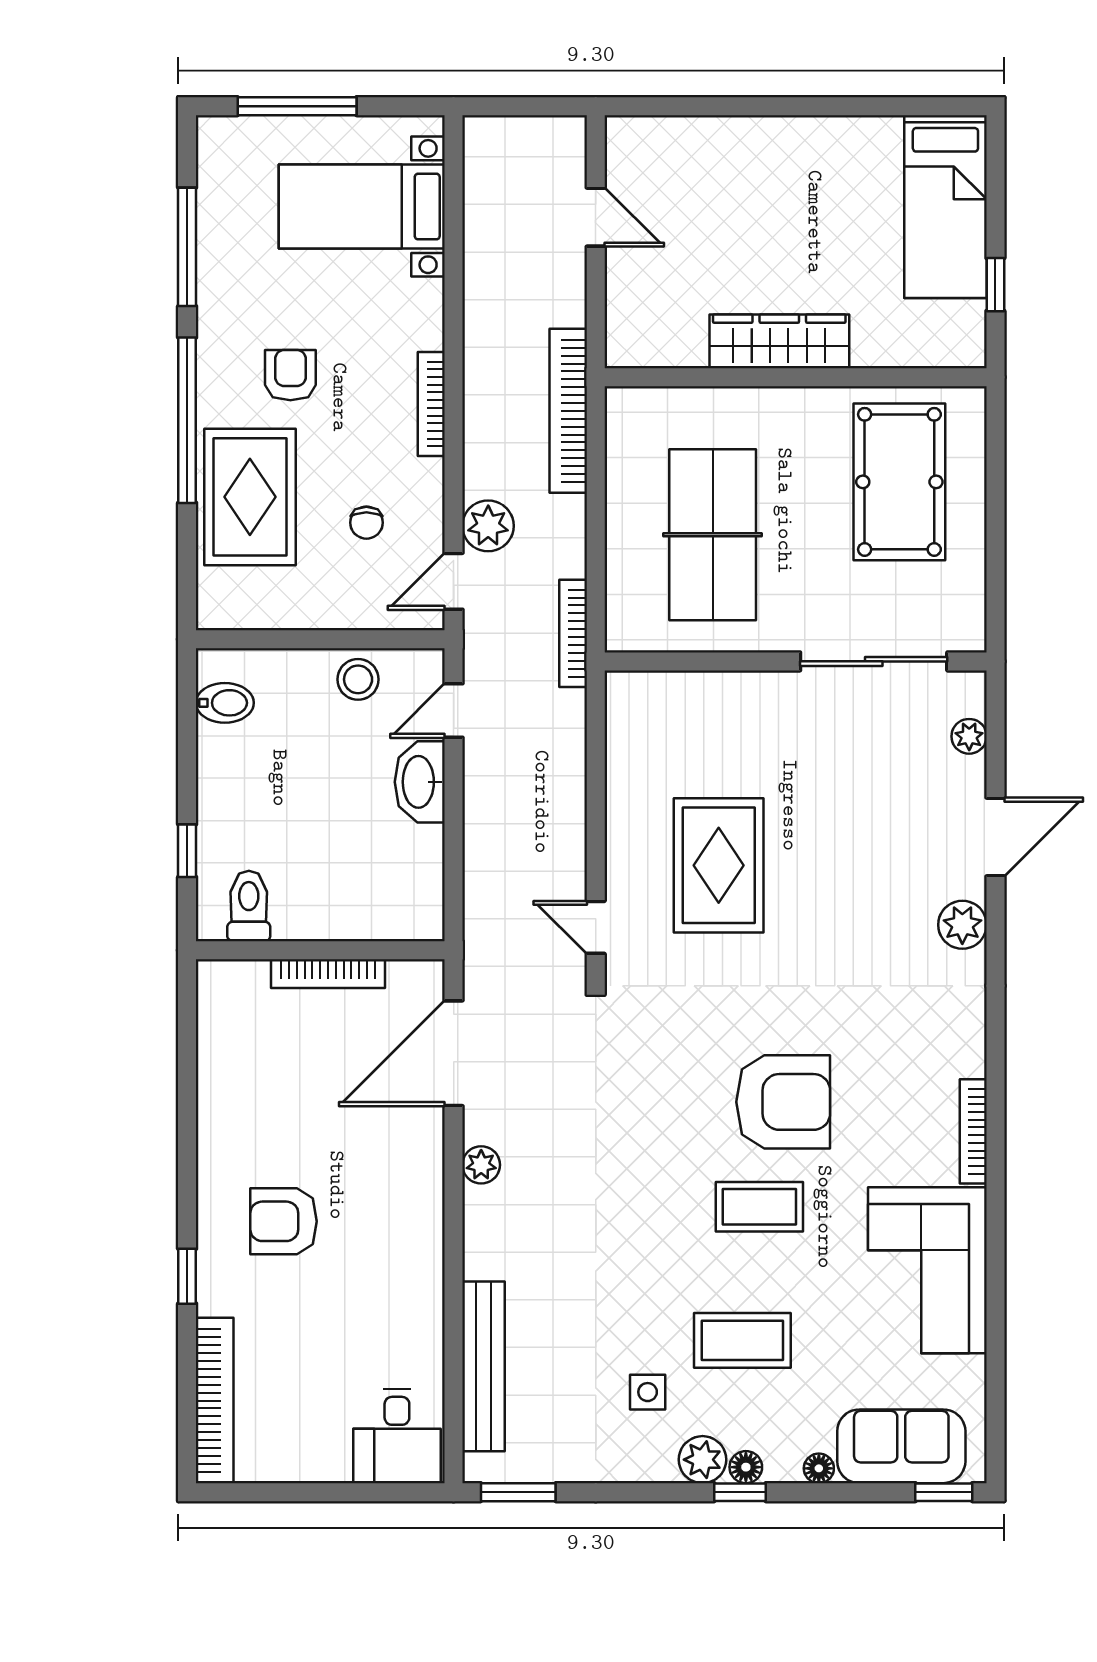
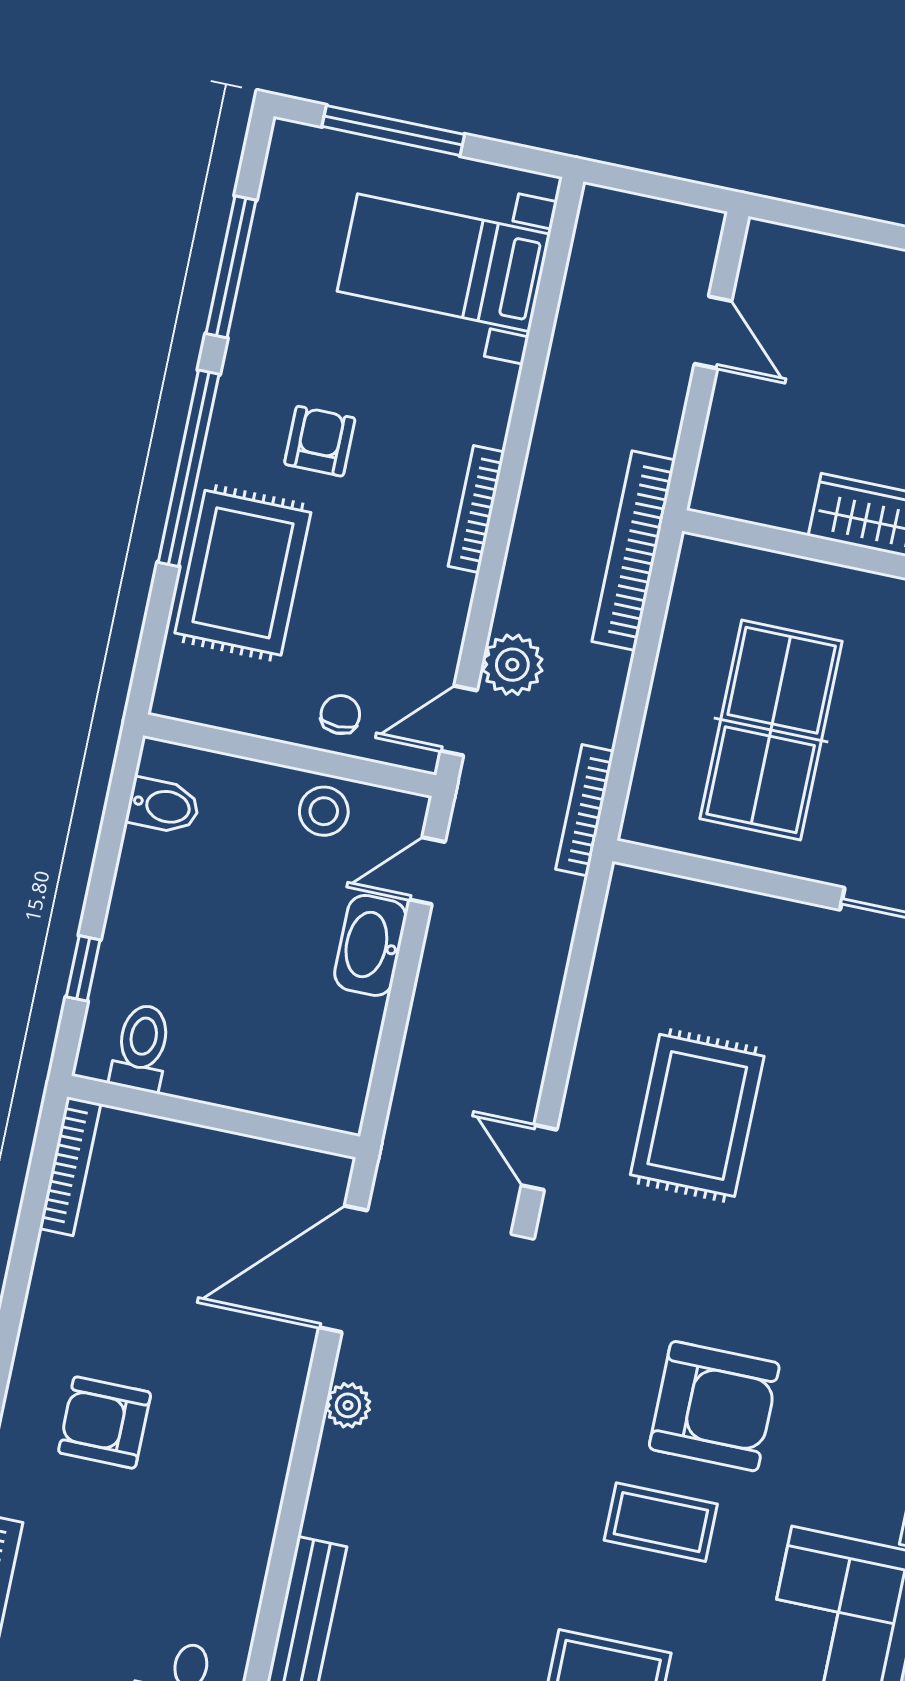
chair: (366, 523) -> (340, 715), moved, turned 180
bookcase: (328, 974) -> (70, 1166), moved, turned -90

